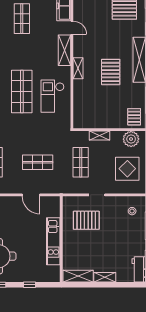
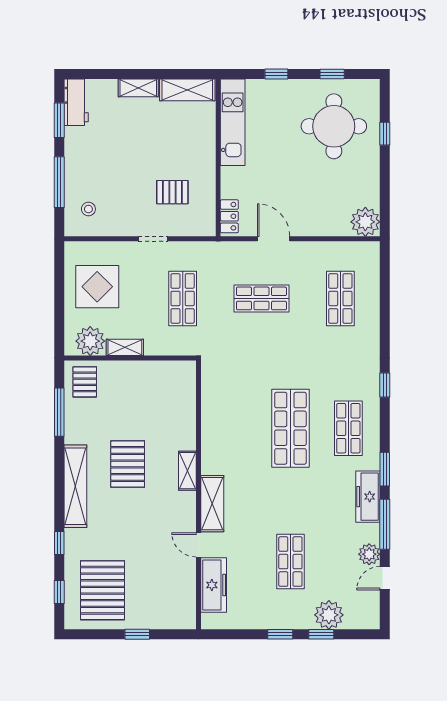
checkout: (52, 96) -> (234, 419), removed
shelving: (99, 136) -> (125, 347), moved
locker: (55, 207) -> (229, 216), added
pallet: (86, 220) -> (172, 192), width x0.67, depth x0.71
kitchen unit: (53, 241) -> (233, 122), moved

